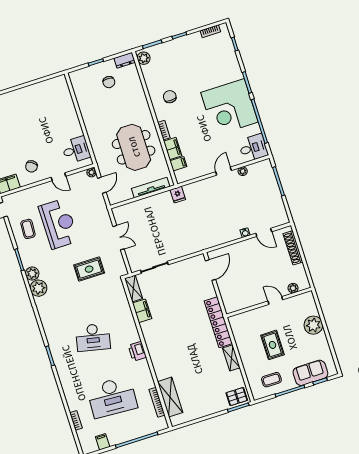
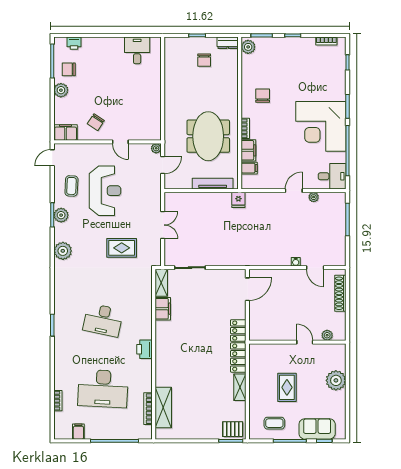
desk: (76, 150) -> (137, 50), moved, turned -90
plant: (32, 274) -> (61, 215), moved

